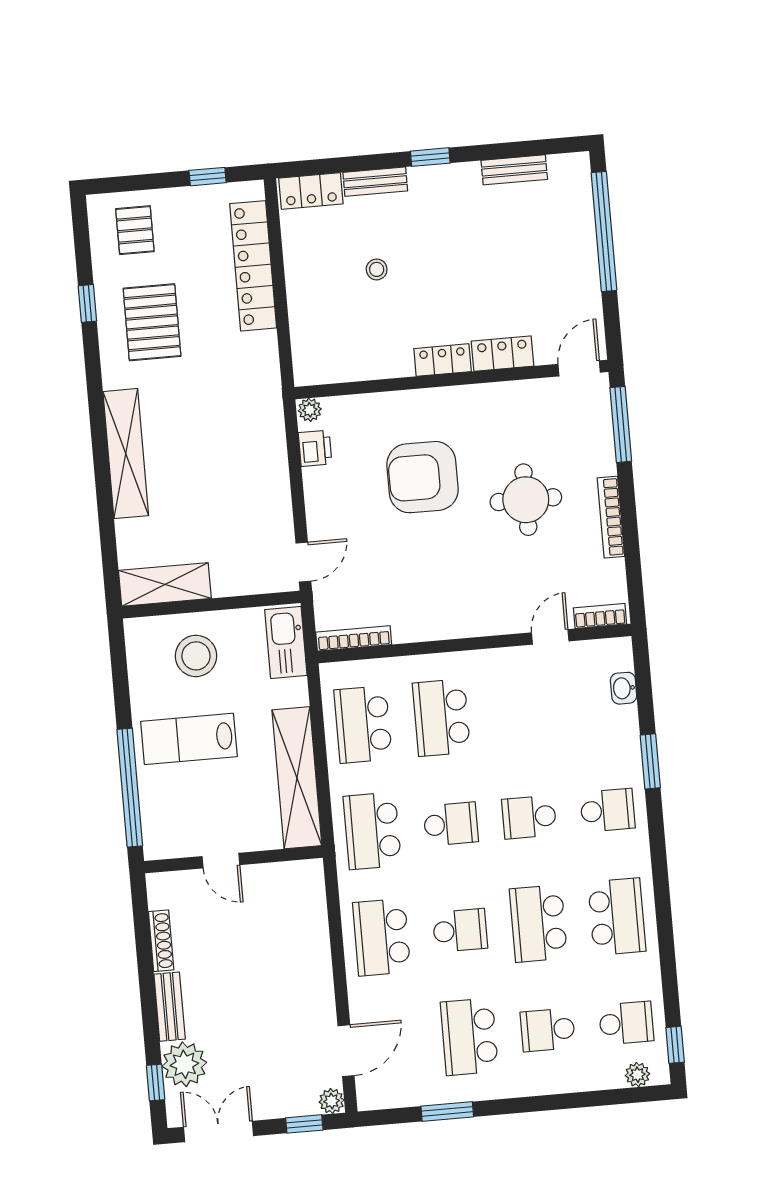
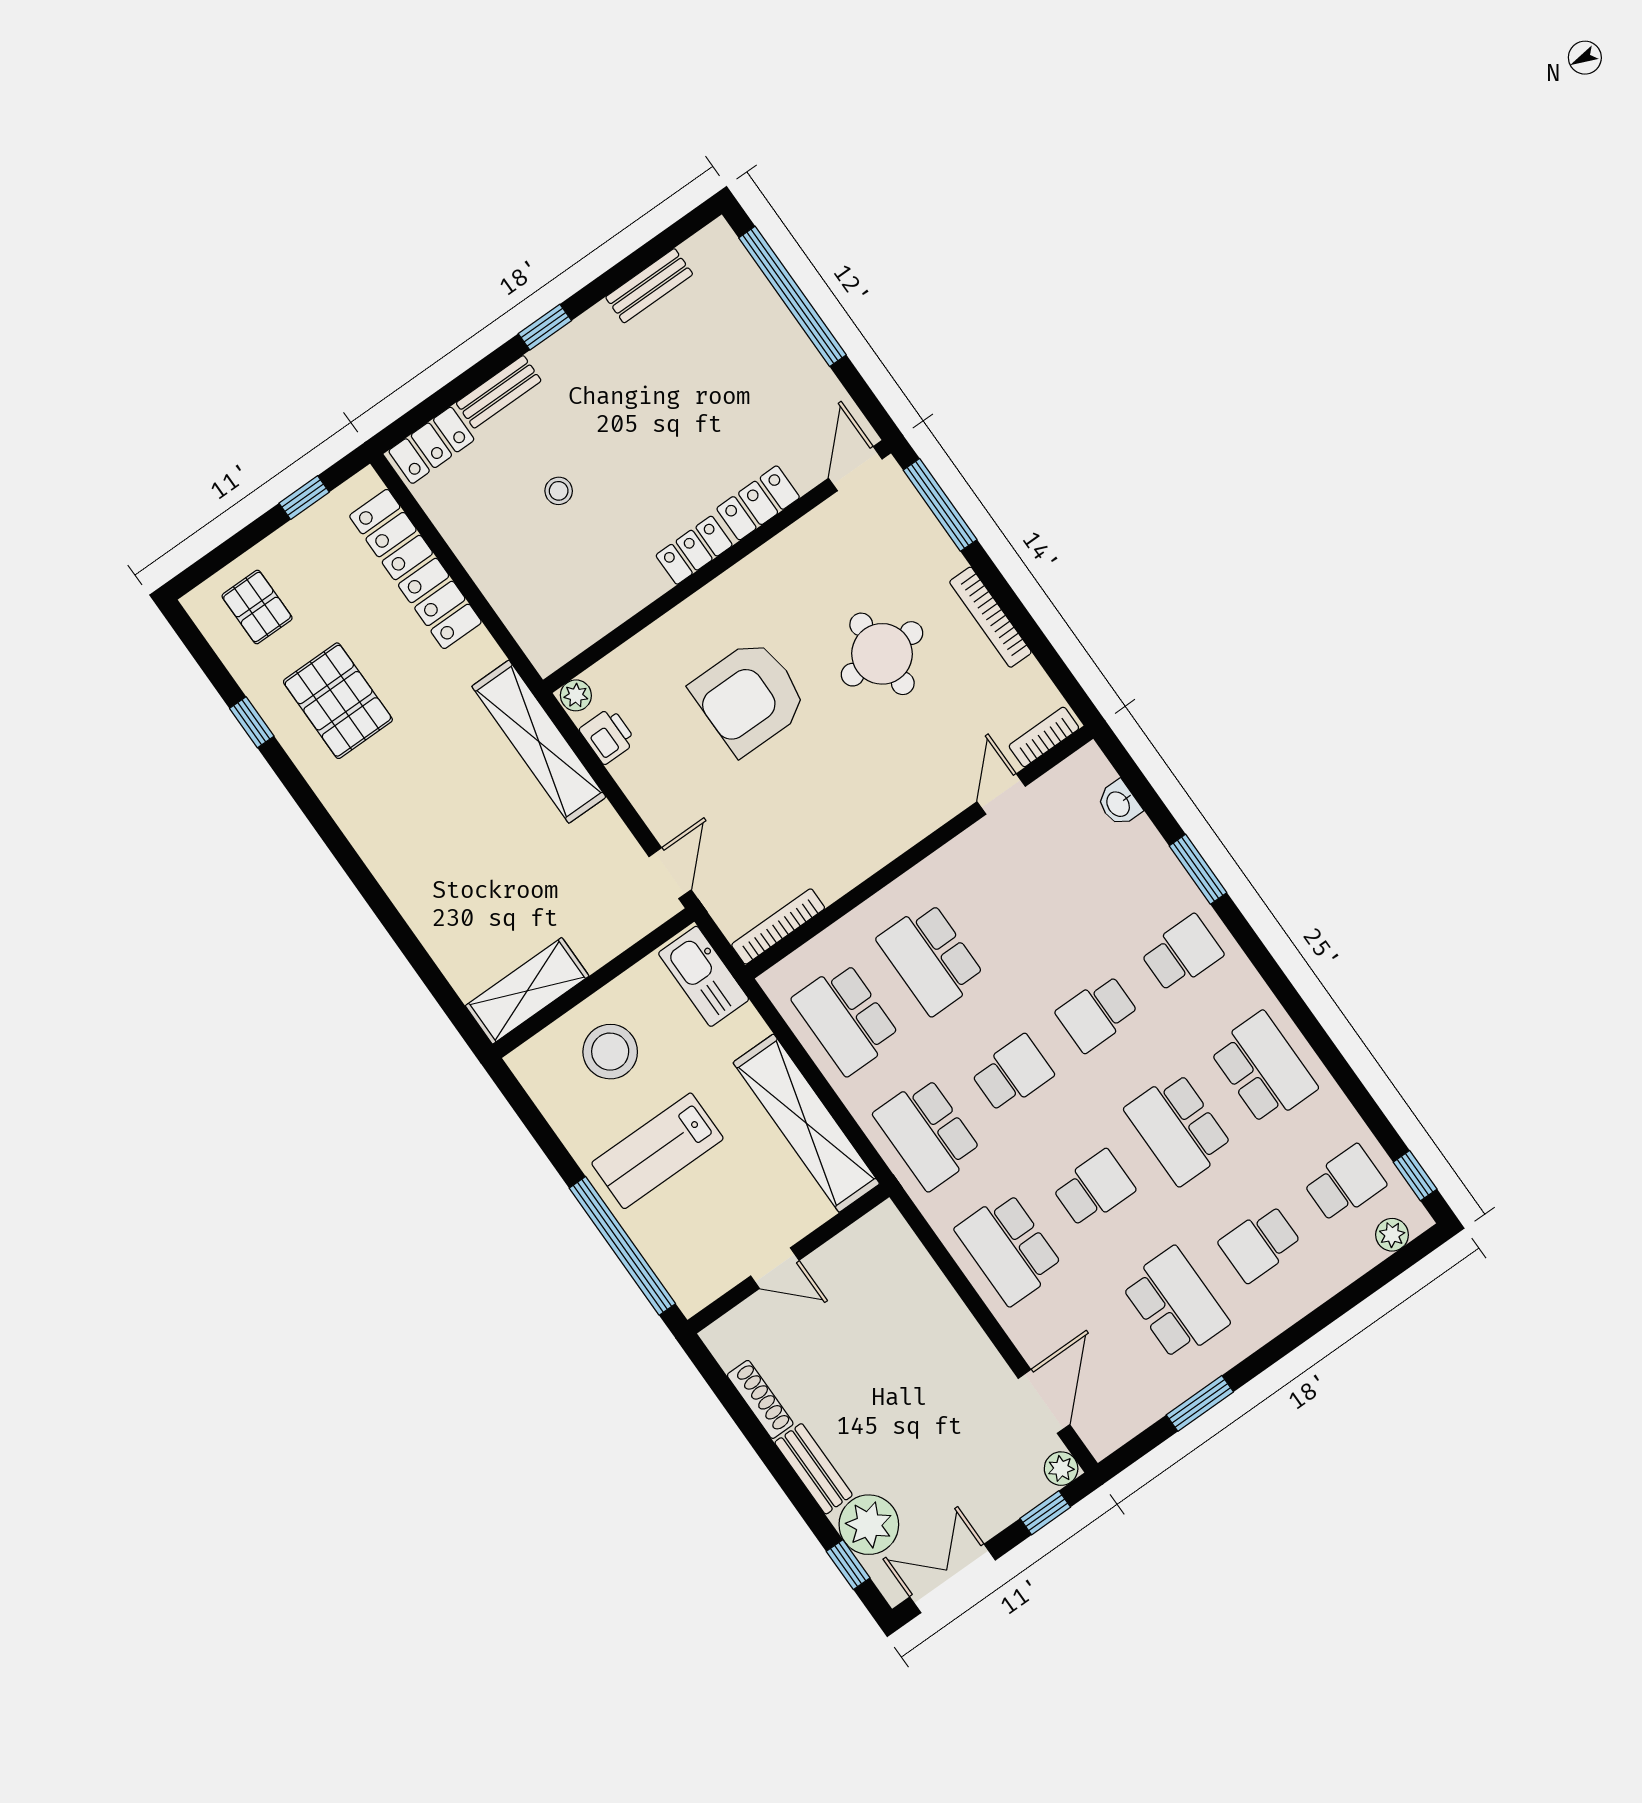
shelving: (126, 454) -> (539, 742), moved
school desk: (469, 1037) -> (1175, 1304), turned 180

